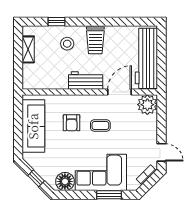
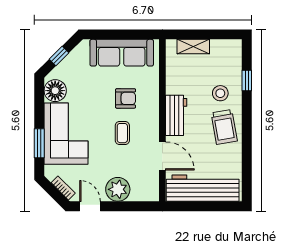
trolley: (95, 40) -> (224, 127), turned -100
shelving: (28, 49) -> (193, 47), moved
plant: (147, 105) -> (118, 189), moved
armchair: (72, 123) -> (126, 98), turned 180
door: (161, 152) -> (90, 206), swing flipped

